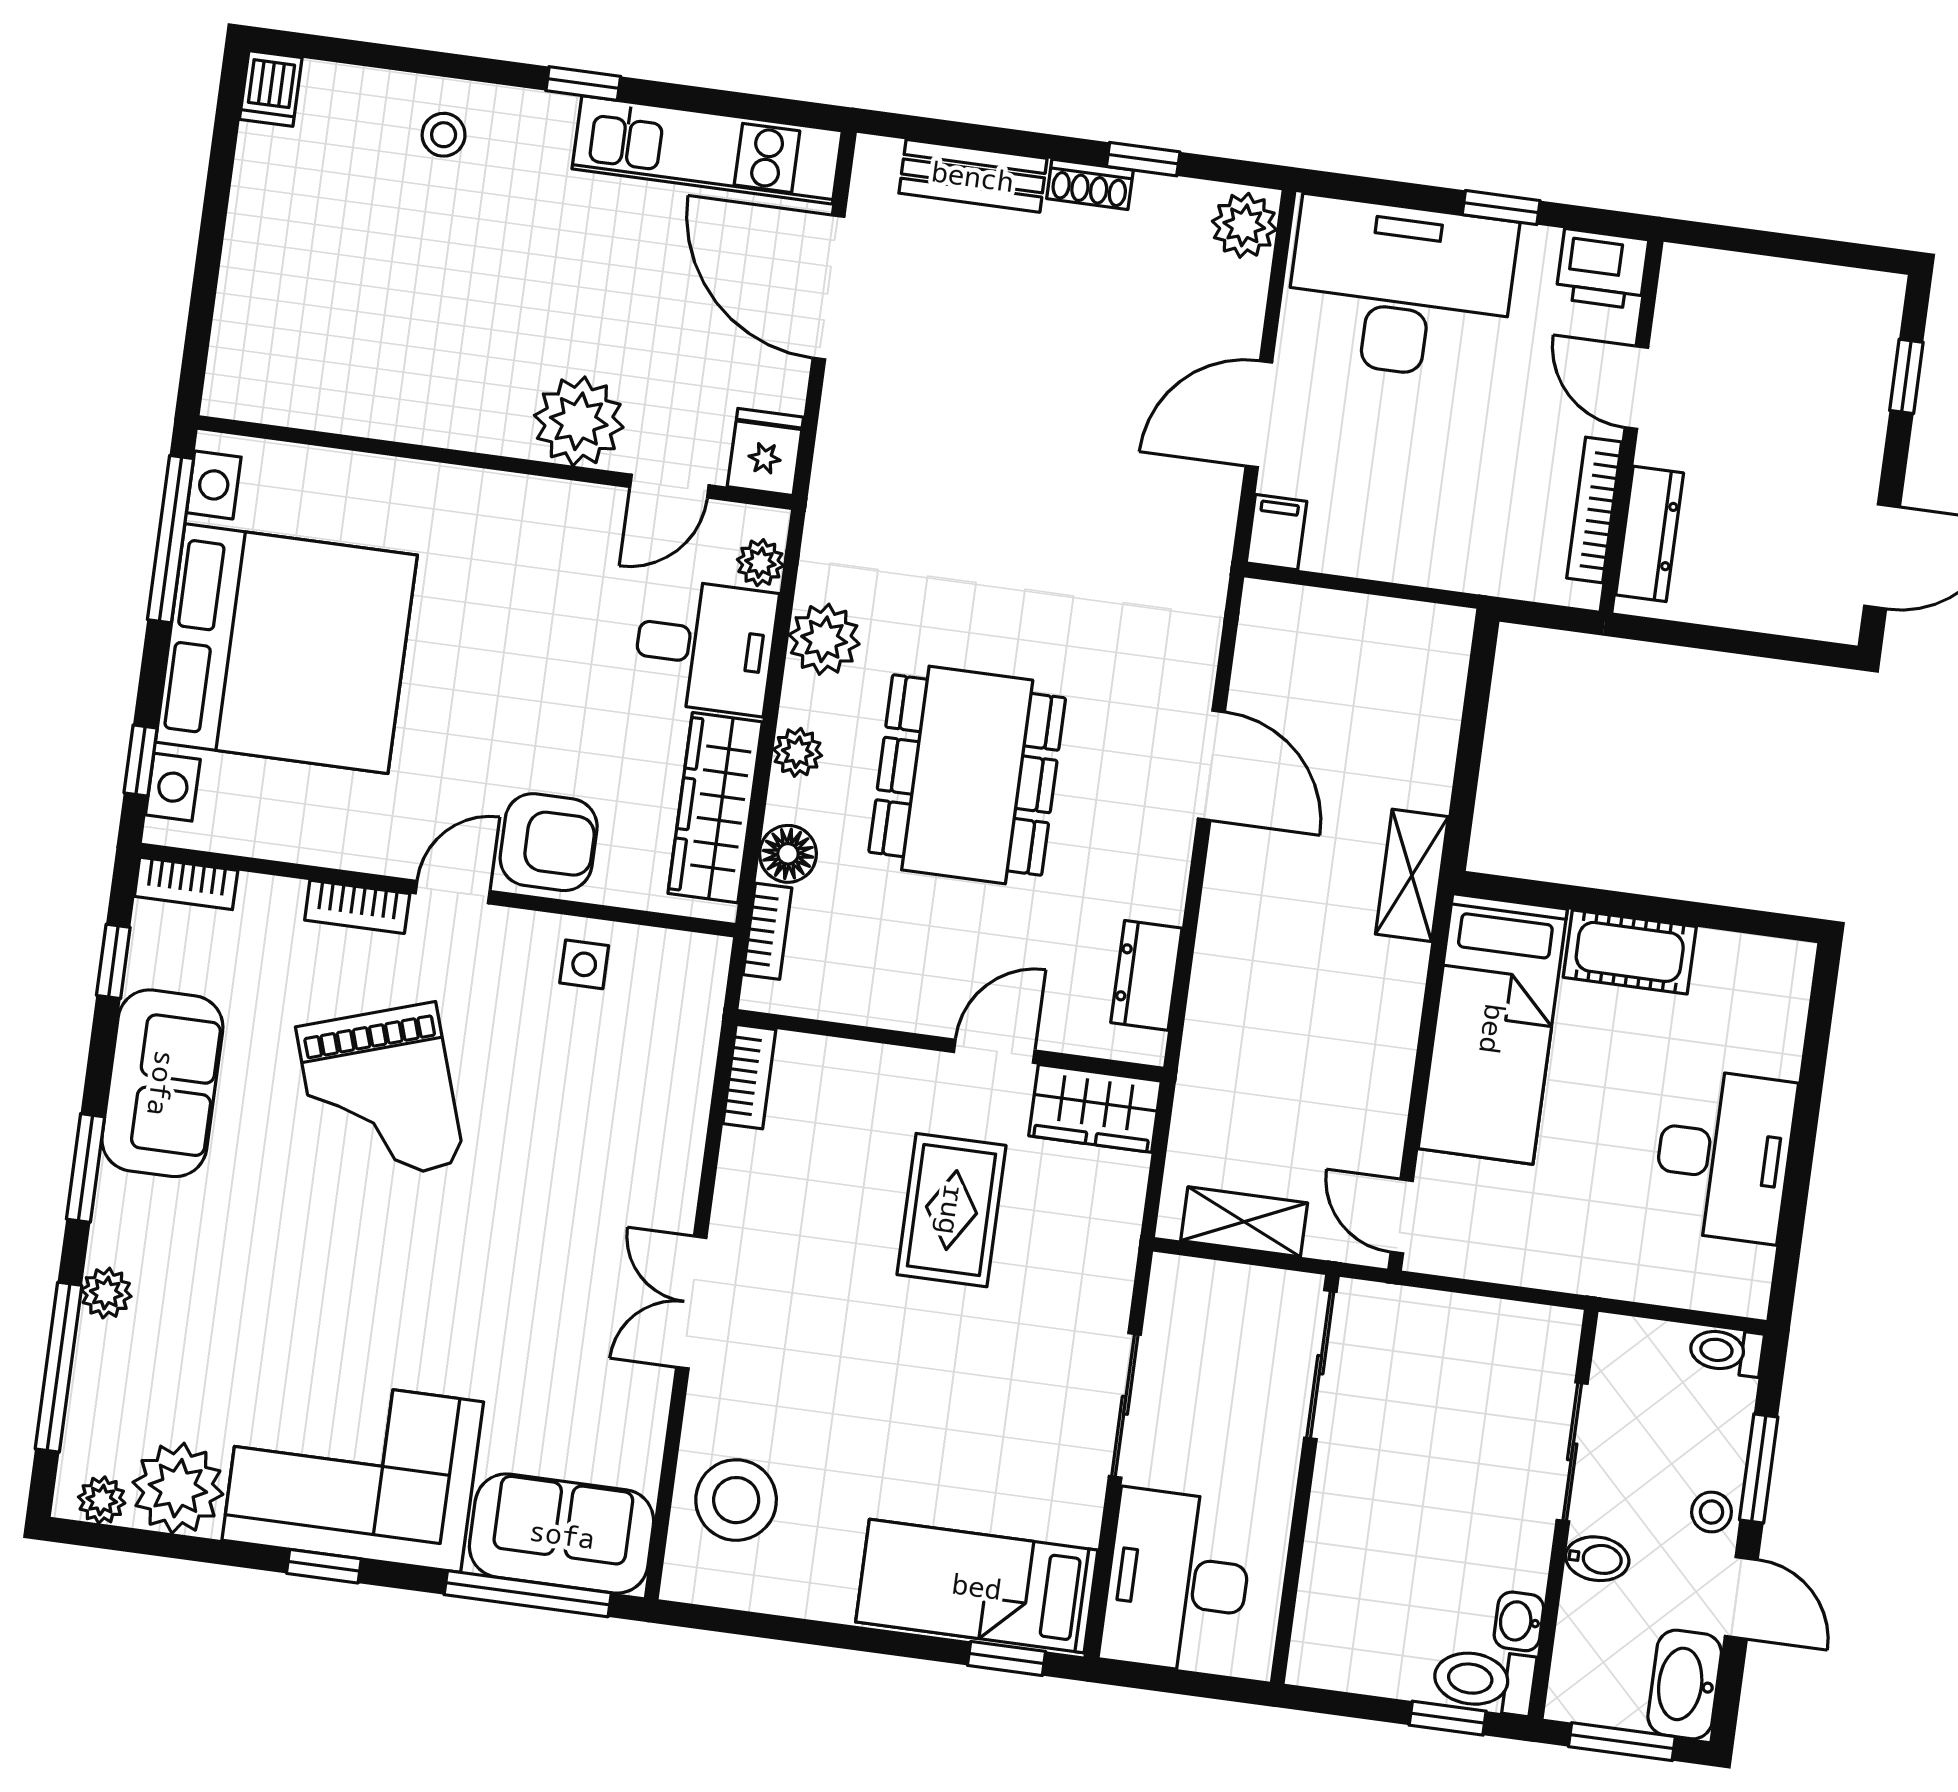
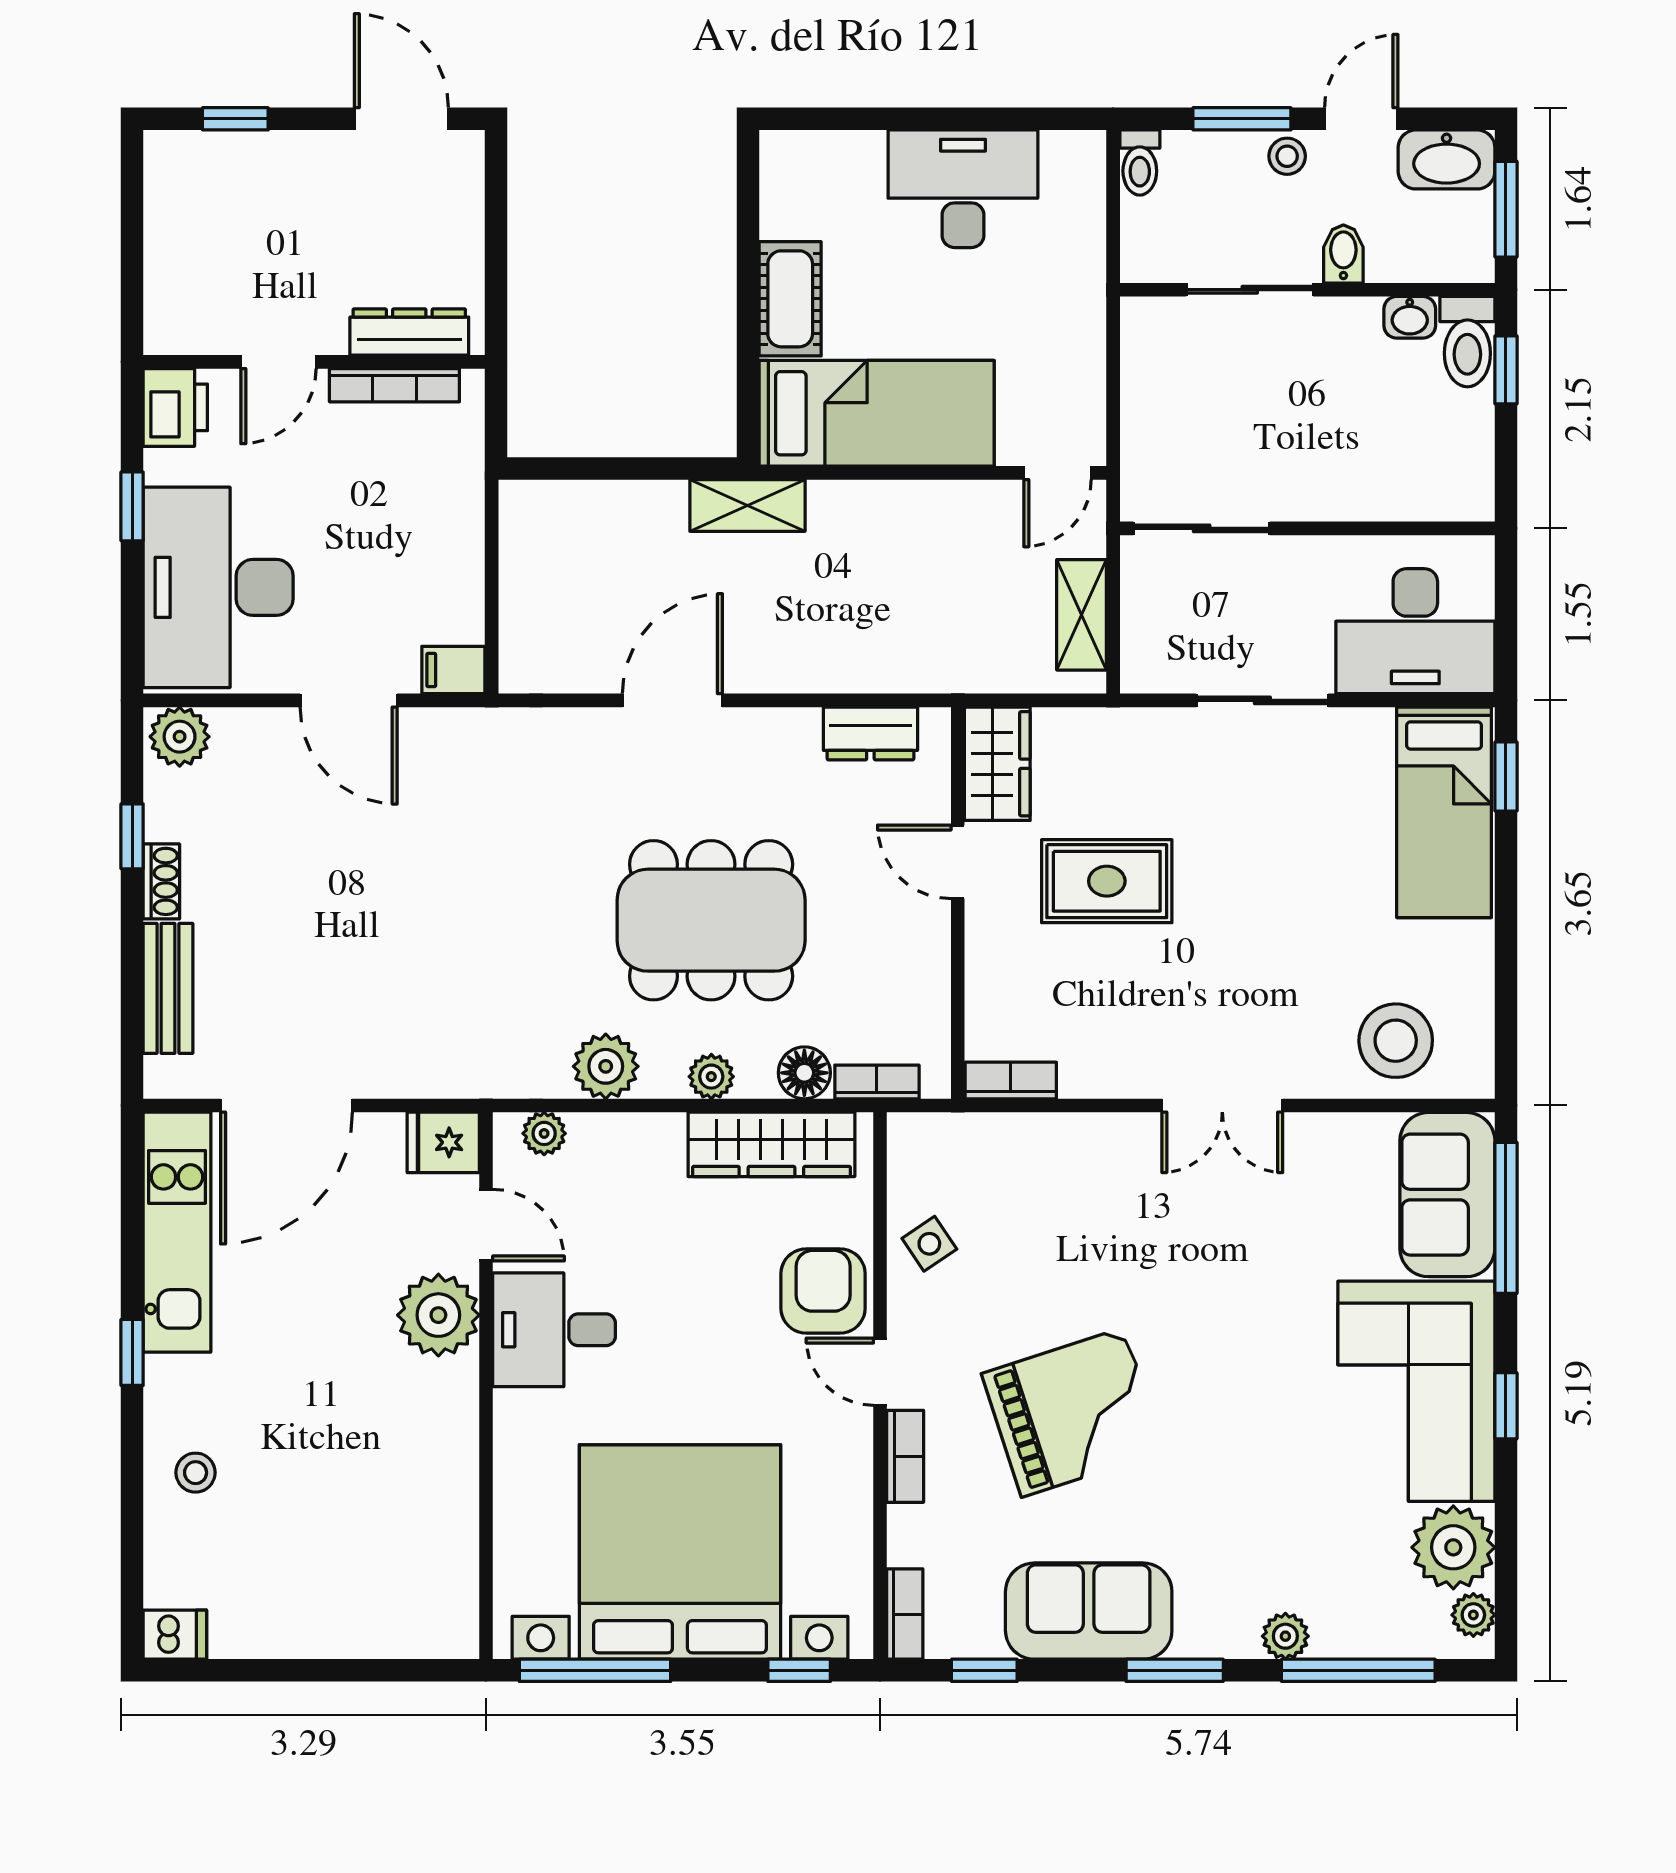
desk: (705, 646) -> (554, 1330), moved, turned -90
side table: (584, 964) -> (929, 1244), turned -34

